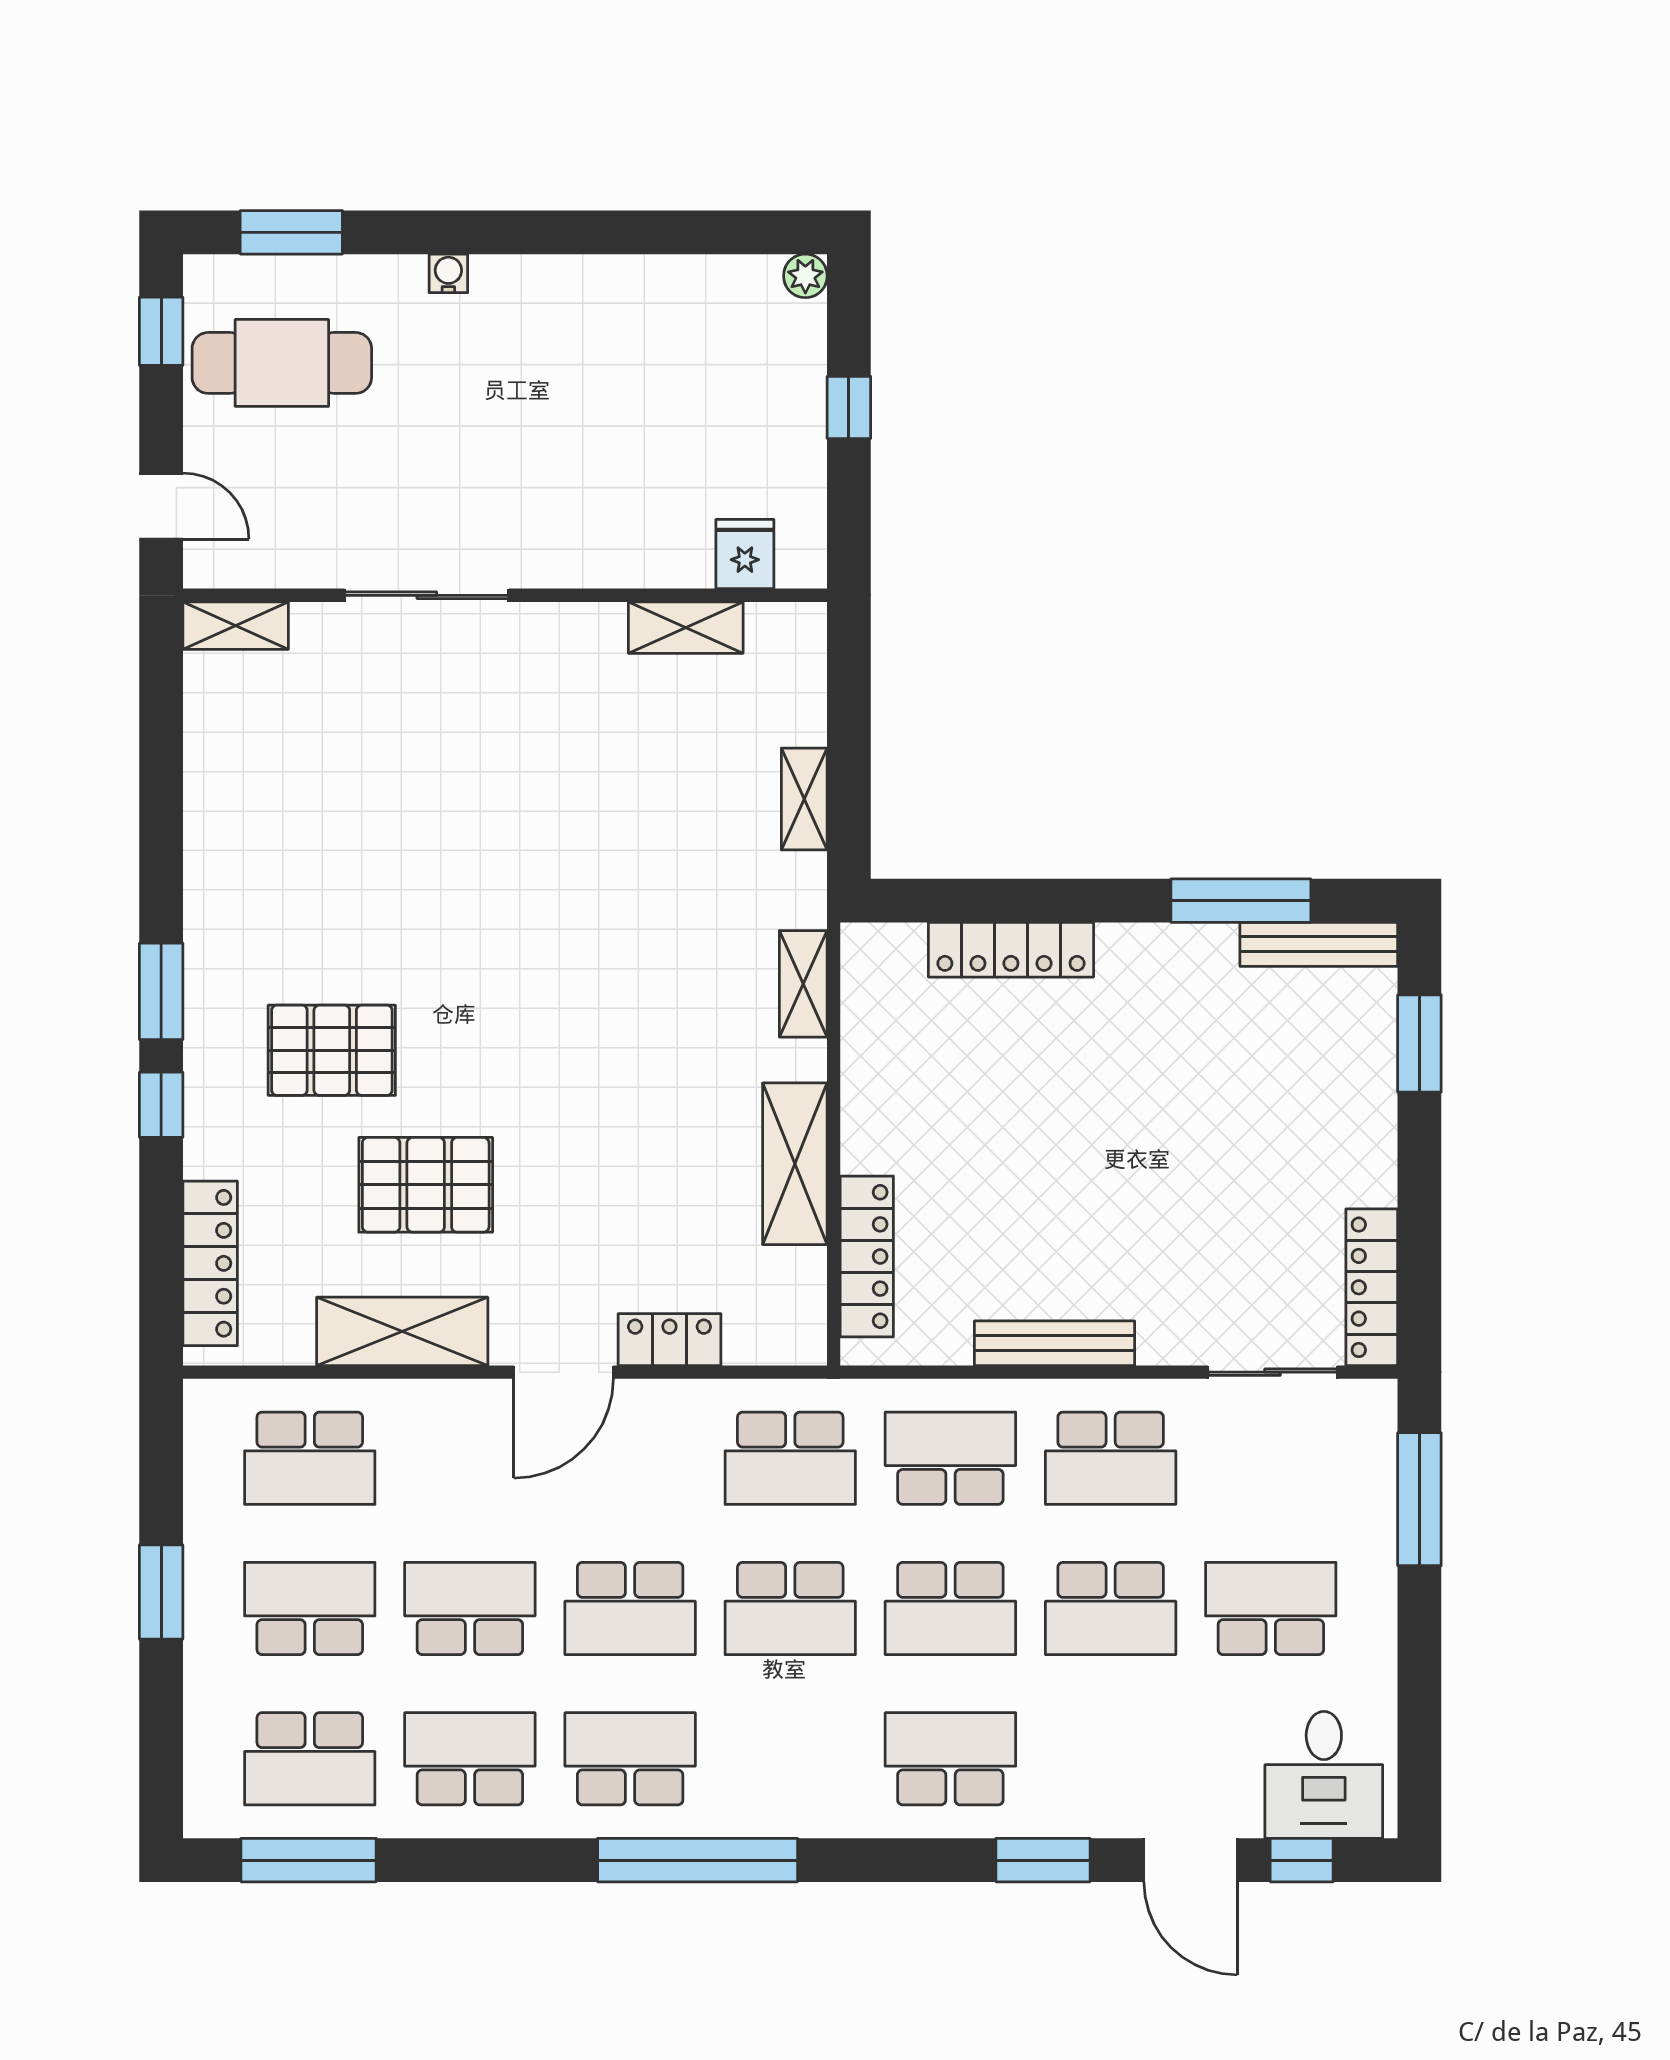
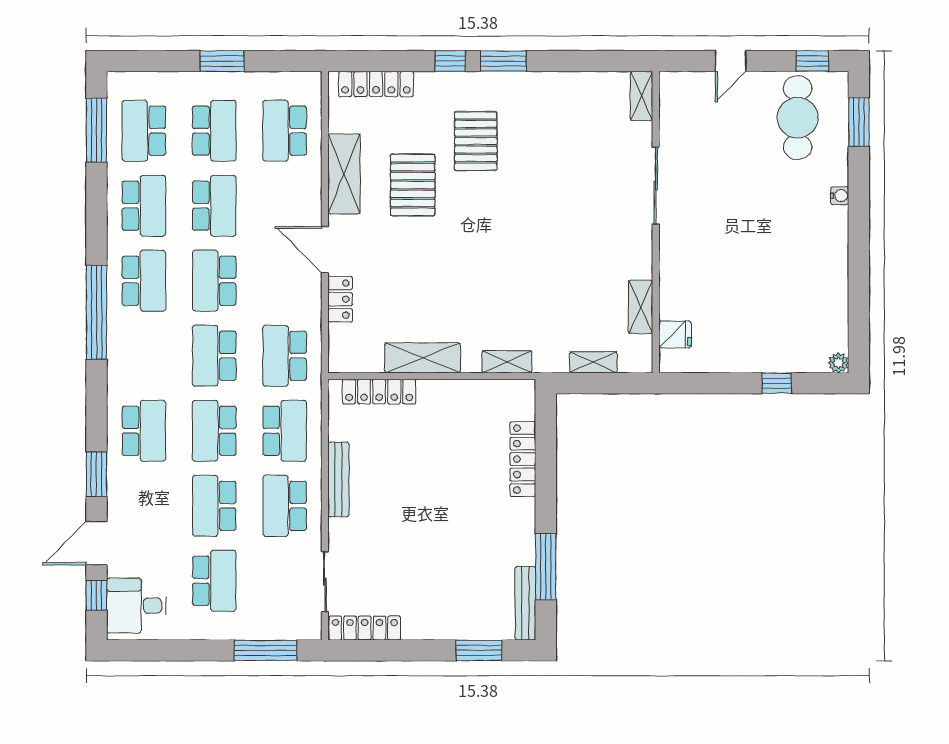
fridge: (745, 554) -> (675, 334), moved
sliding door: (427, 595) -> (656, 185), moved
wall: (505, 595) -> (656, 222), moved
shelving: (236, 626) -> (642, 96), moved
shelving: (686, 628) -> (641, 307), moved

